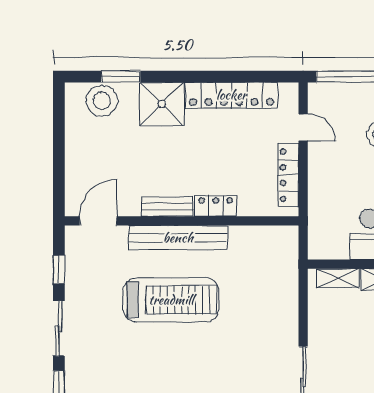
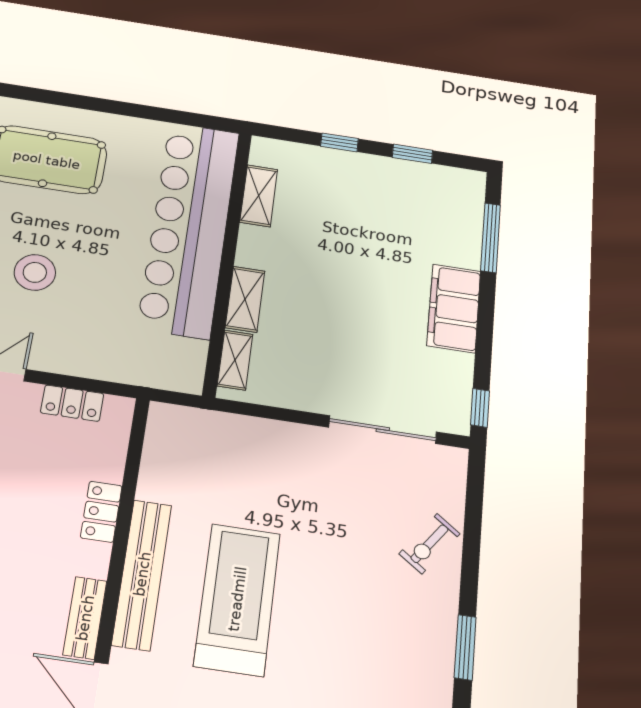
locker: (288, 175) -> (72, 403), width x0.66
bench: (167, 207) -> (85, 618), moved

